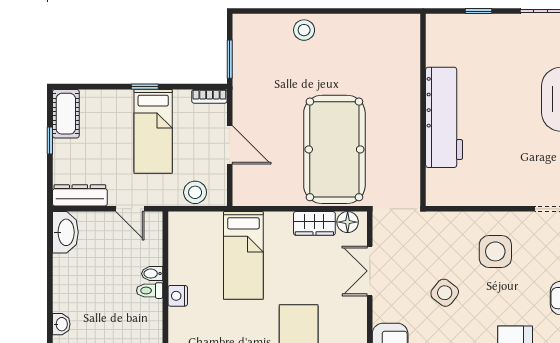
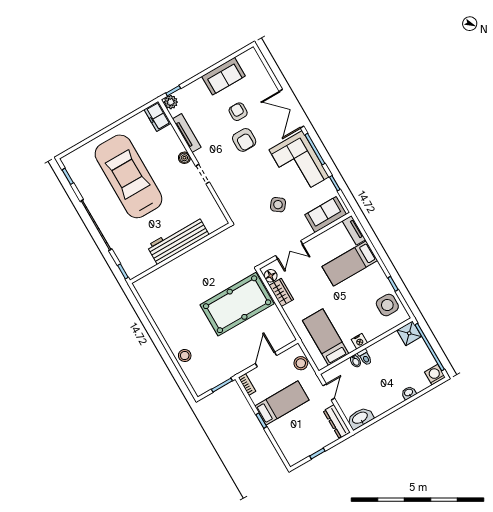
wall: (423, 110) -> (180, 253), moved
cot: (66, 114) -> (299, 453), removed
workbench: (444, 117) -> (178, 240), moved
side table: (495, 251) -> (242, 191), removed
bed: (243, 255) -> (326, 337), moved, turned -90

